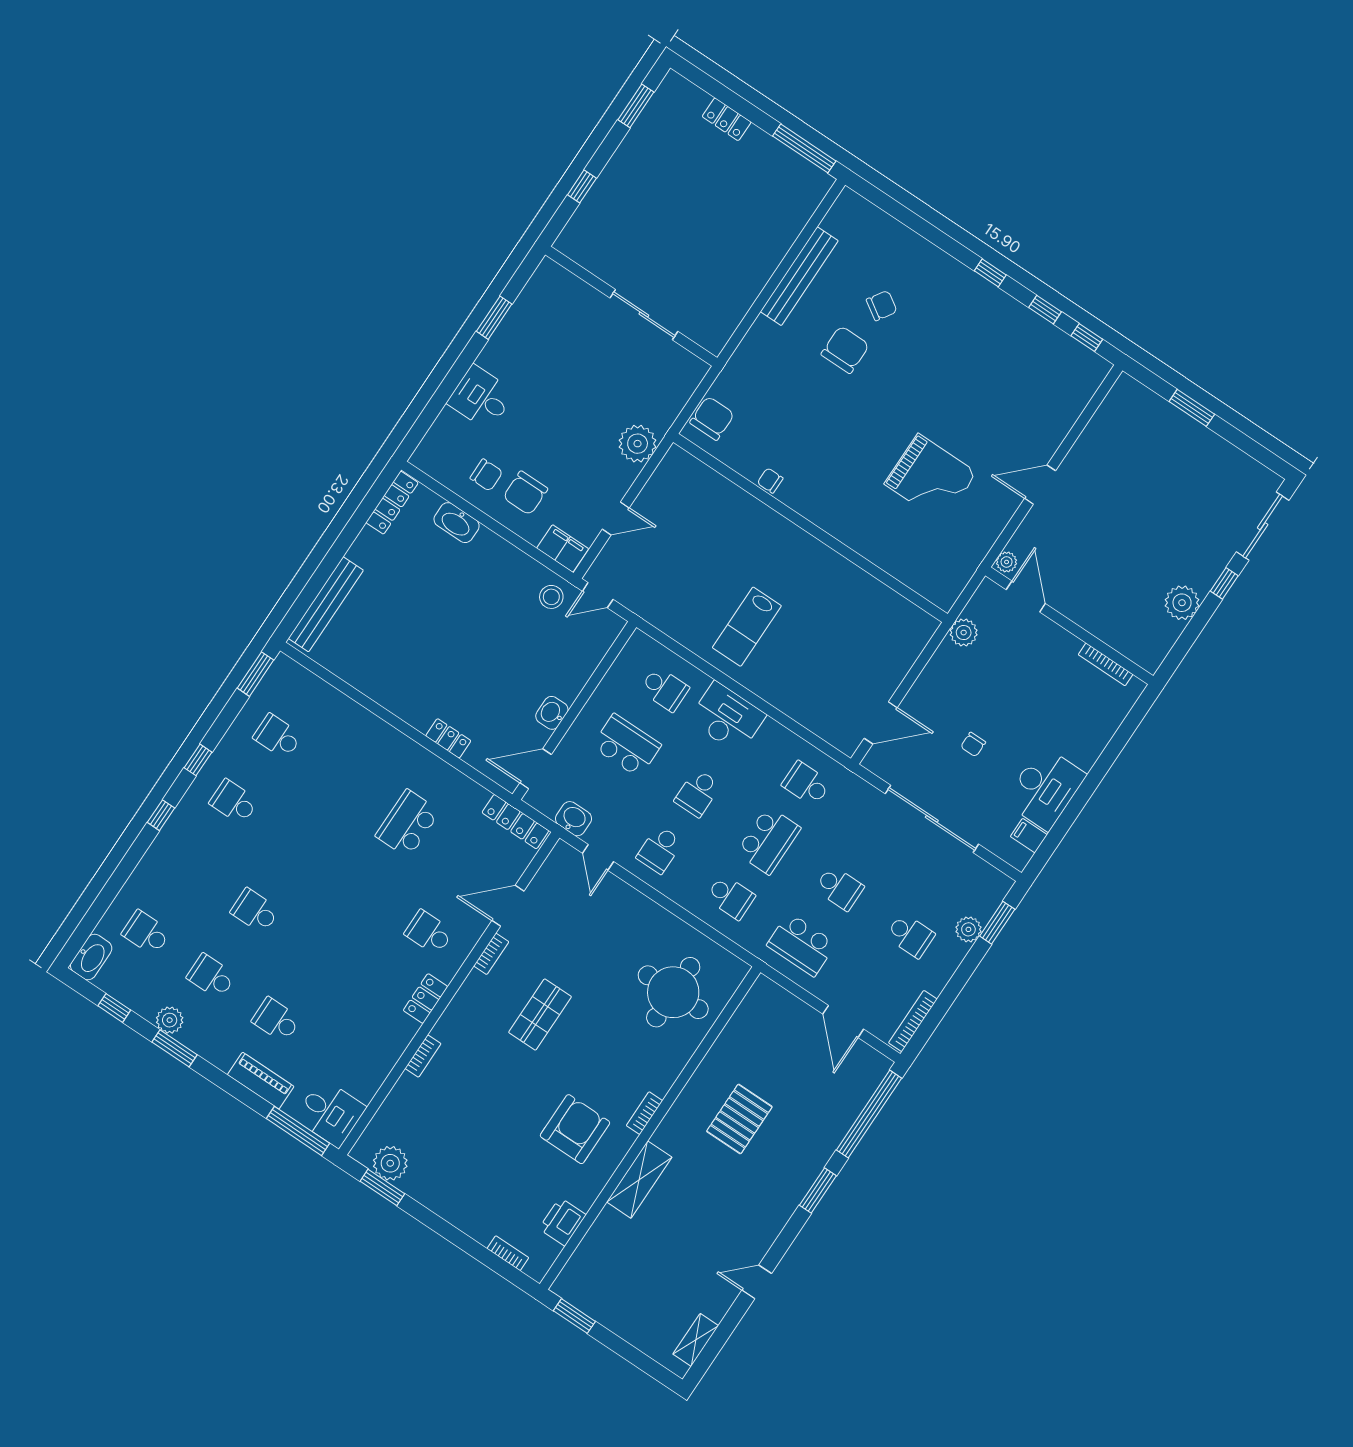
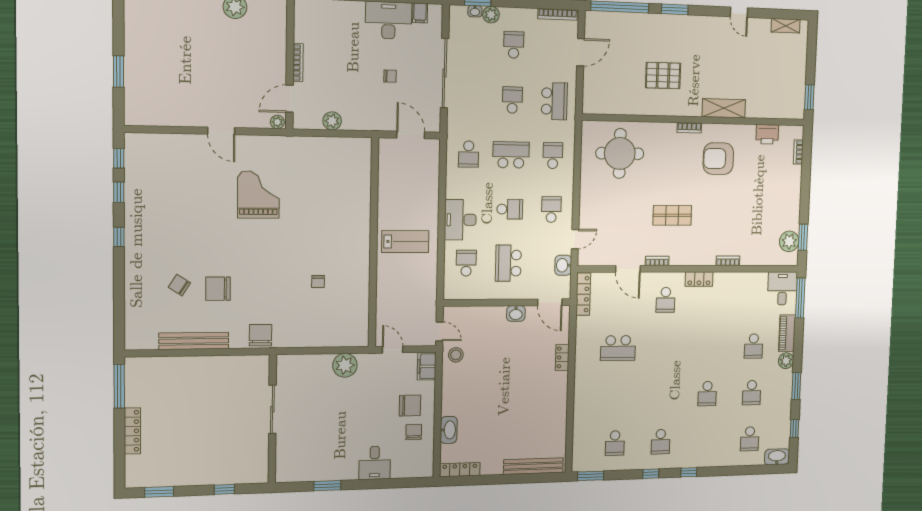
locker: (727, 119) -> (132, 431), width x1.53
chair: (712, 418) -> (261, 335), moved, turned 90
wall: (810, 528) -> (373, 243), moved
bookcase: (1106, 664) -> (298, 63), moved
school desk: (660, 850) -> (551, 210), turned -90
washbasin: (986, 910) -> (475, 11), added
plant: (170, 1020) -> (786, 361), moved

